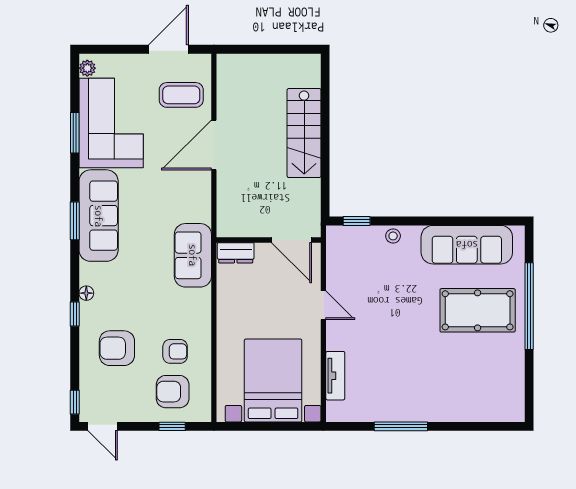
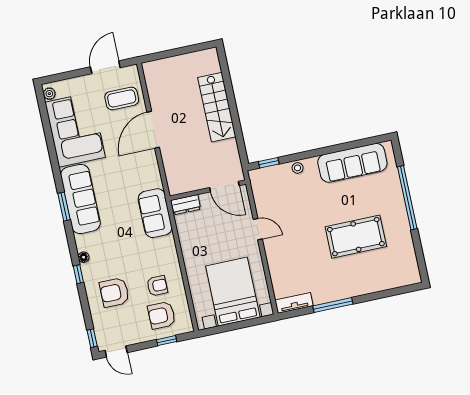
window: (75, 133) -> (50, 142), removed
pool table: (478, 310) -> (356, 237), moved
tv unit: (335, 376) -> (294, 303), moved, turned -90

